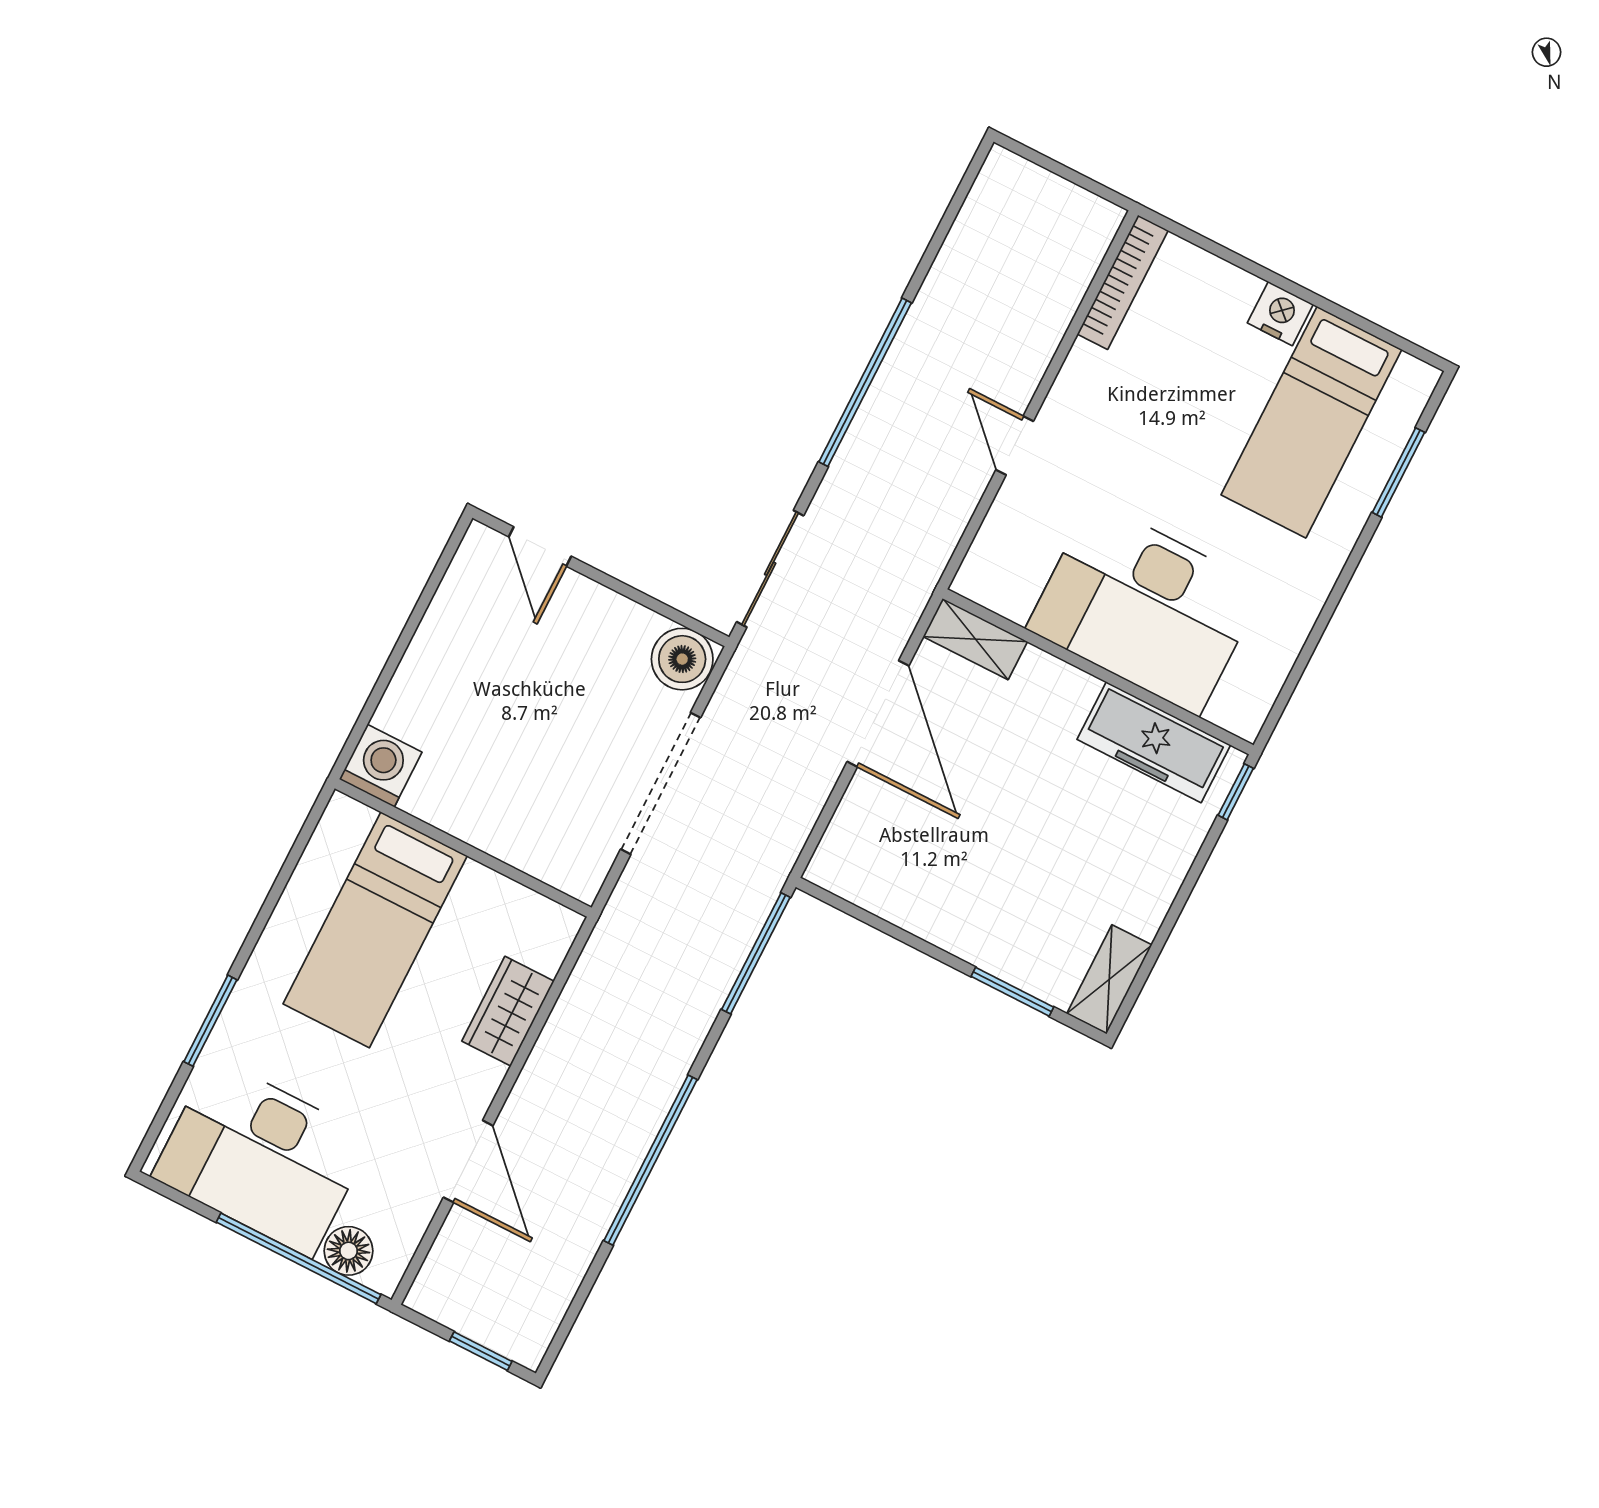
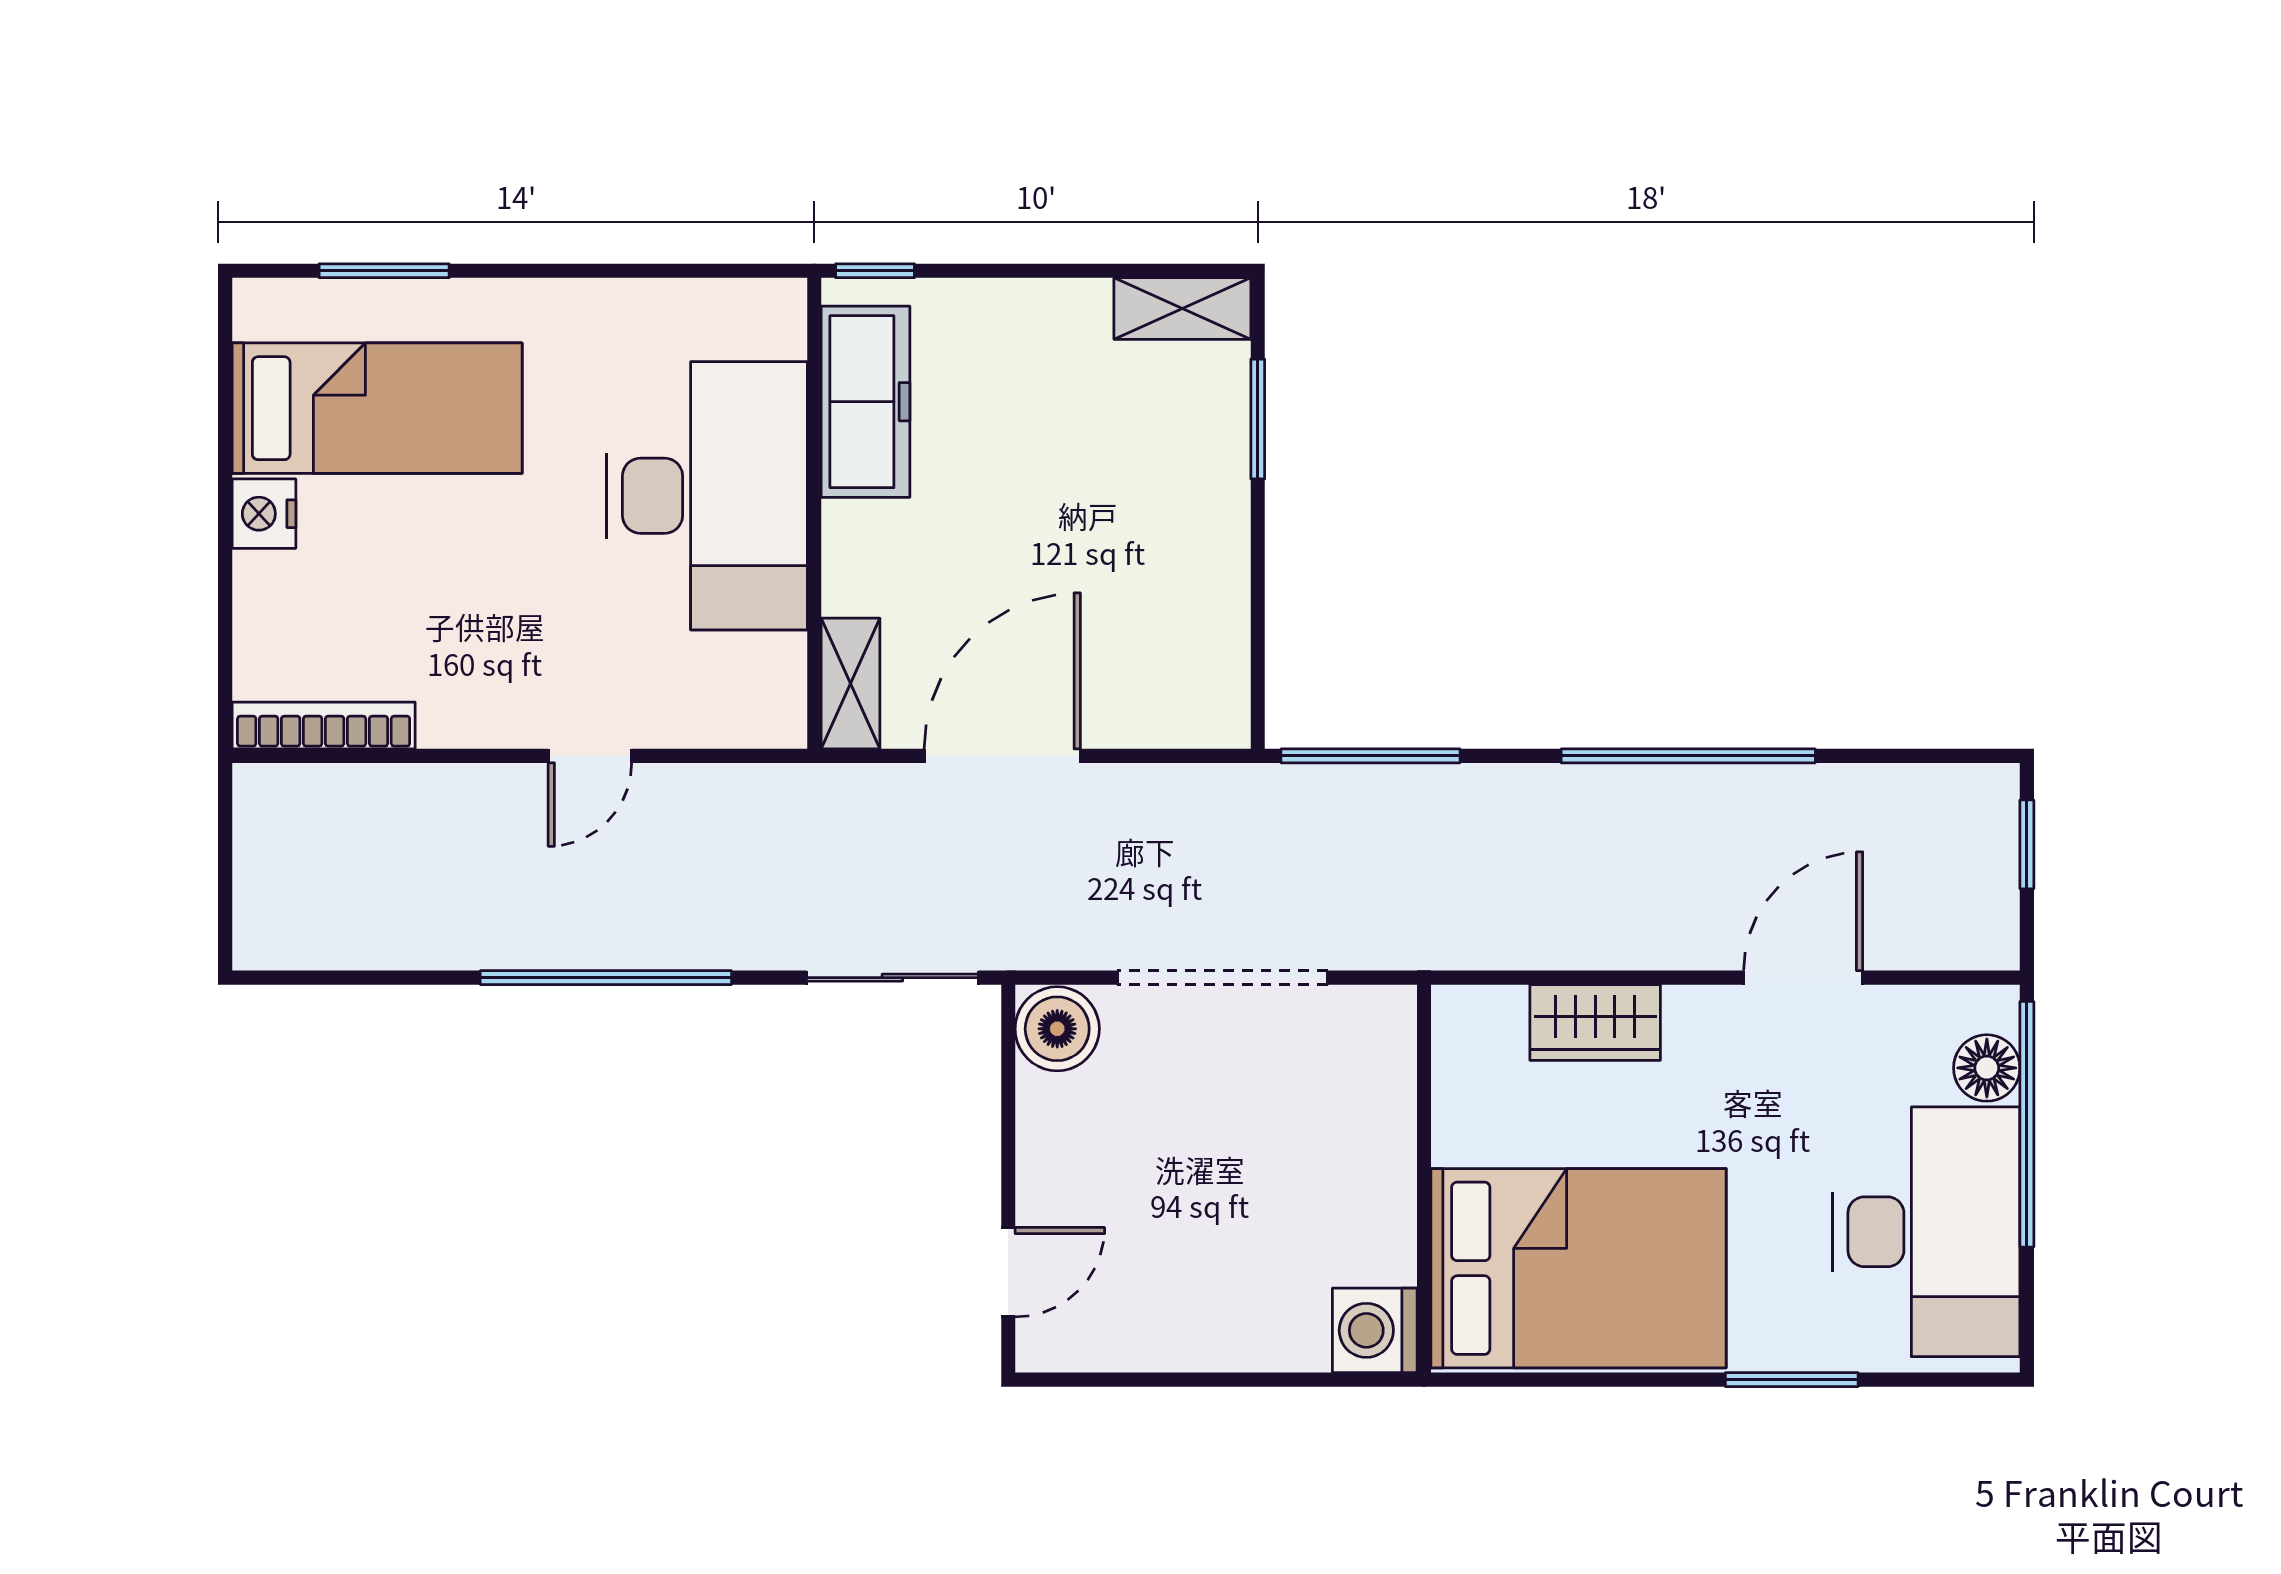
bed: (375, 930) -> (1579, 1268), width x1.50

